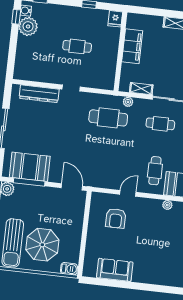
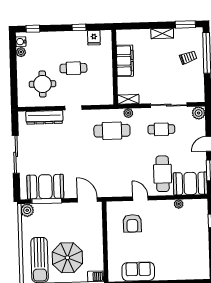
window: (16, 17) -> (13, 49), removed
fridge: (115, 19) -> (94, 38), moved
plant: (28, 26) -> (21, 52), width x0.53, depth x0.53
round table: (42, 58) -> (42, 84), added
shelving: (141, 89) -> (128, 99), moved
cafe table: (155, 171) -> (163, 174), width x1.37, depth x1.35
door: (128, 193) -> (140, 198), hinge flipped

